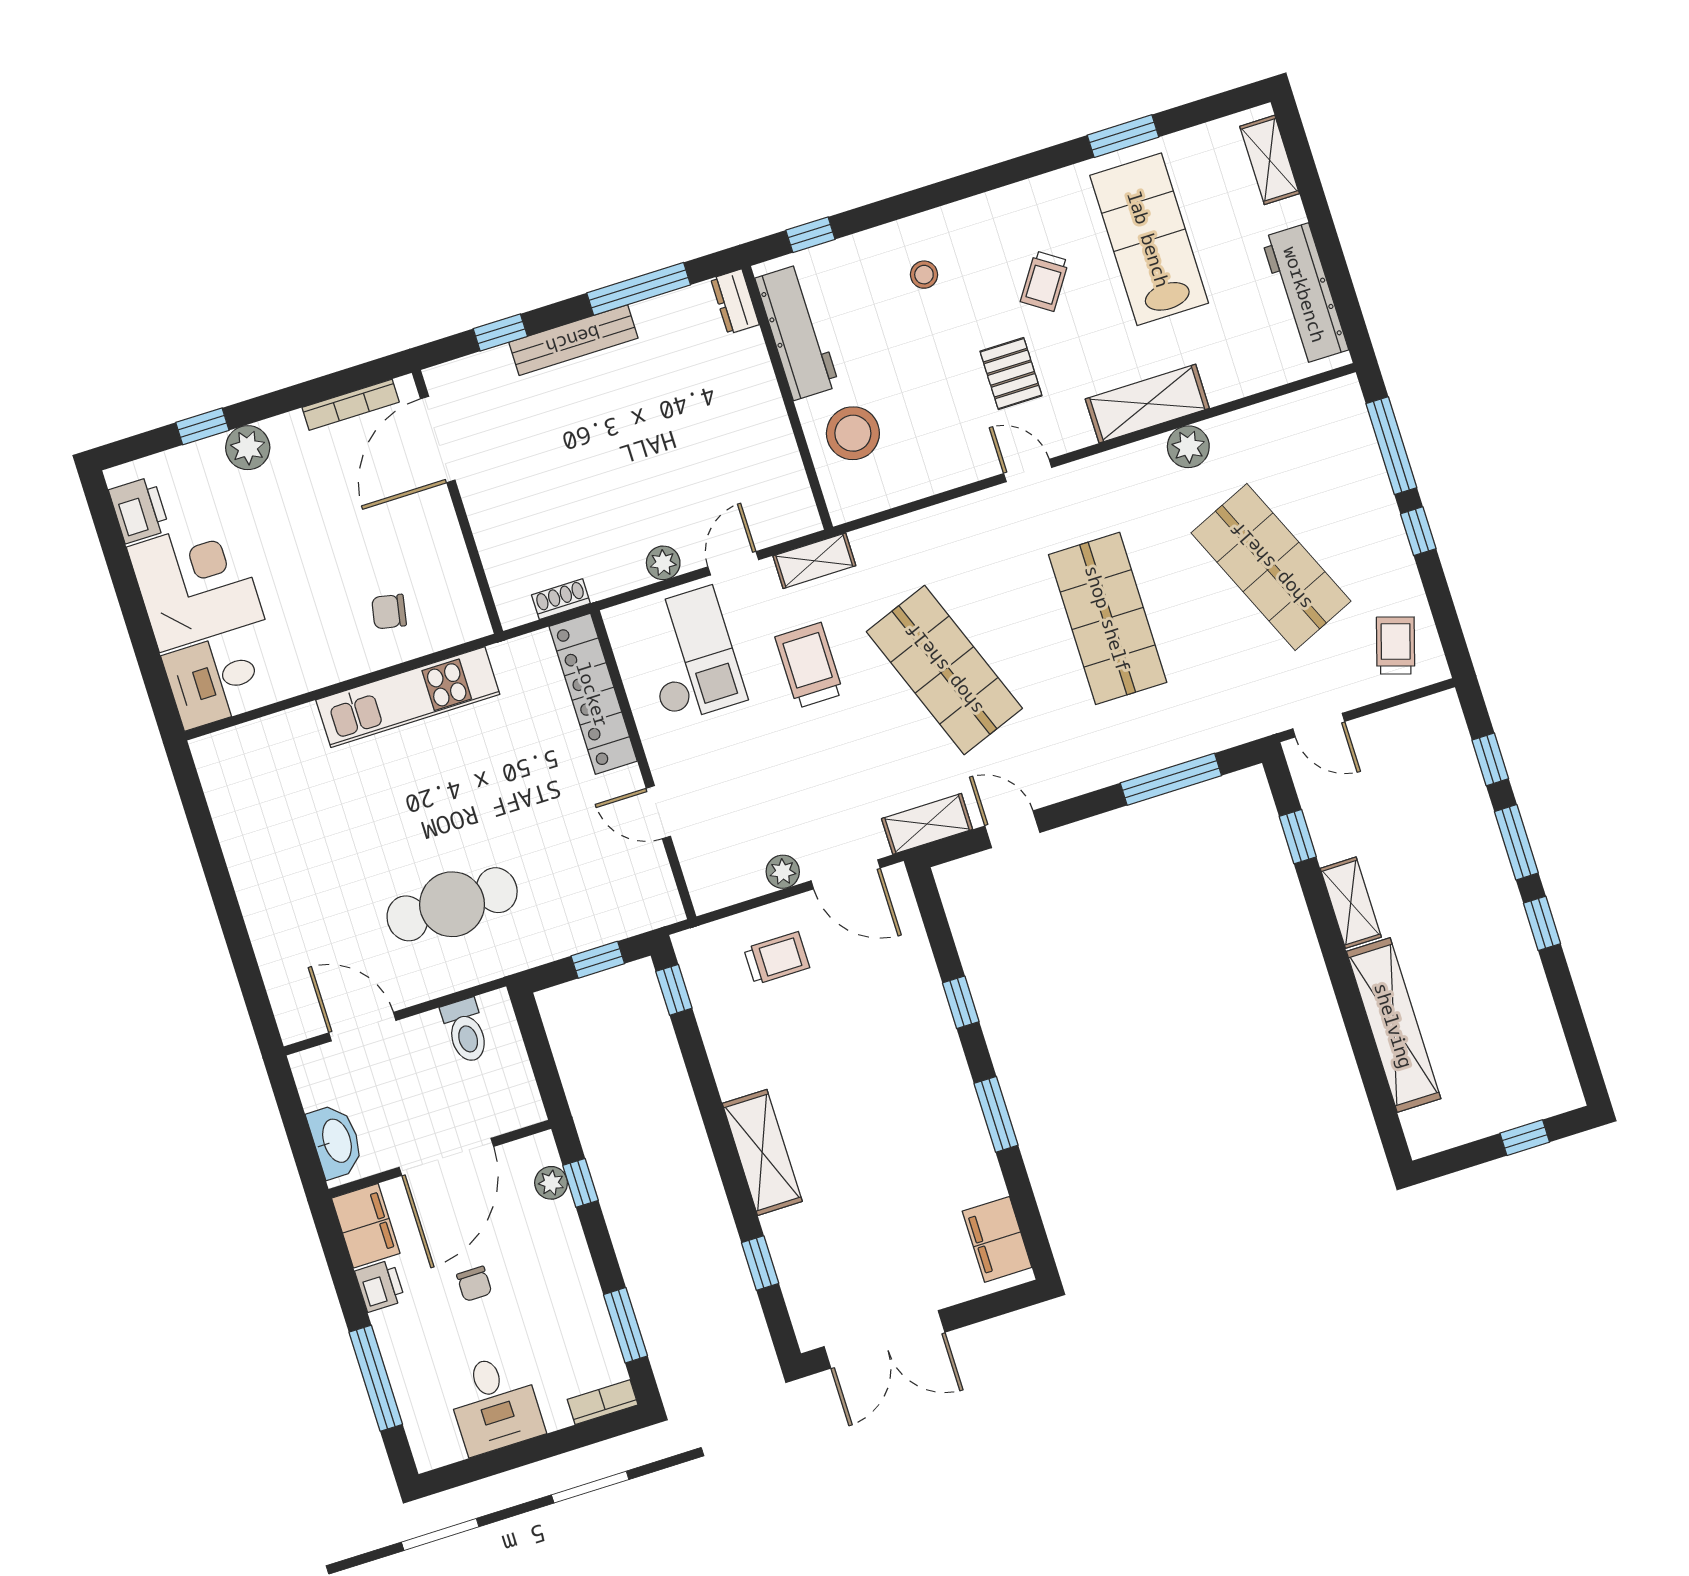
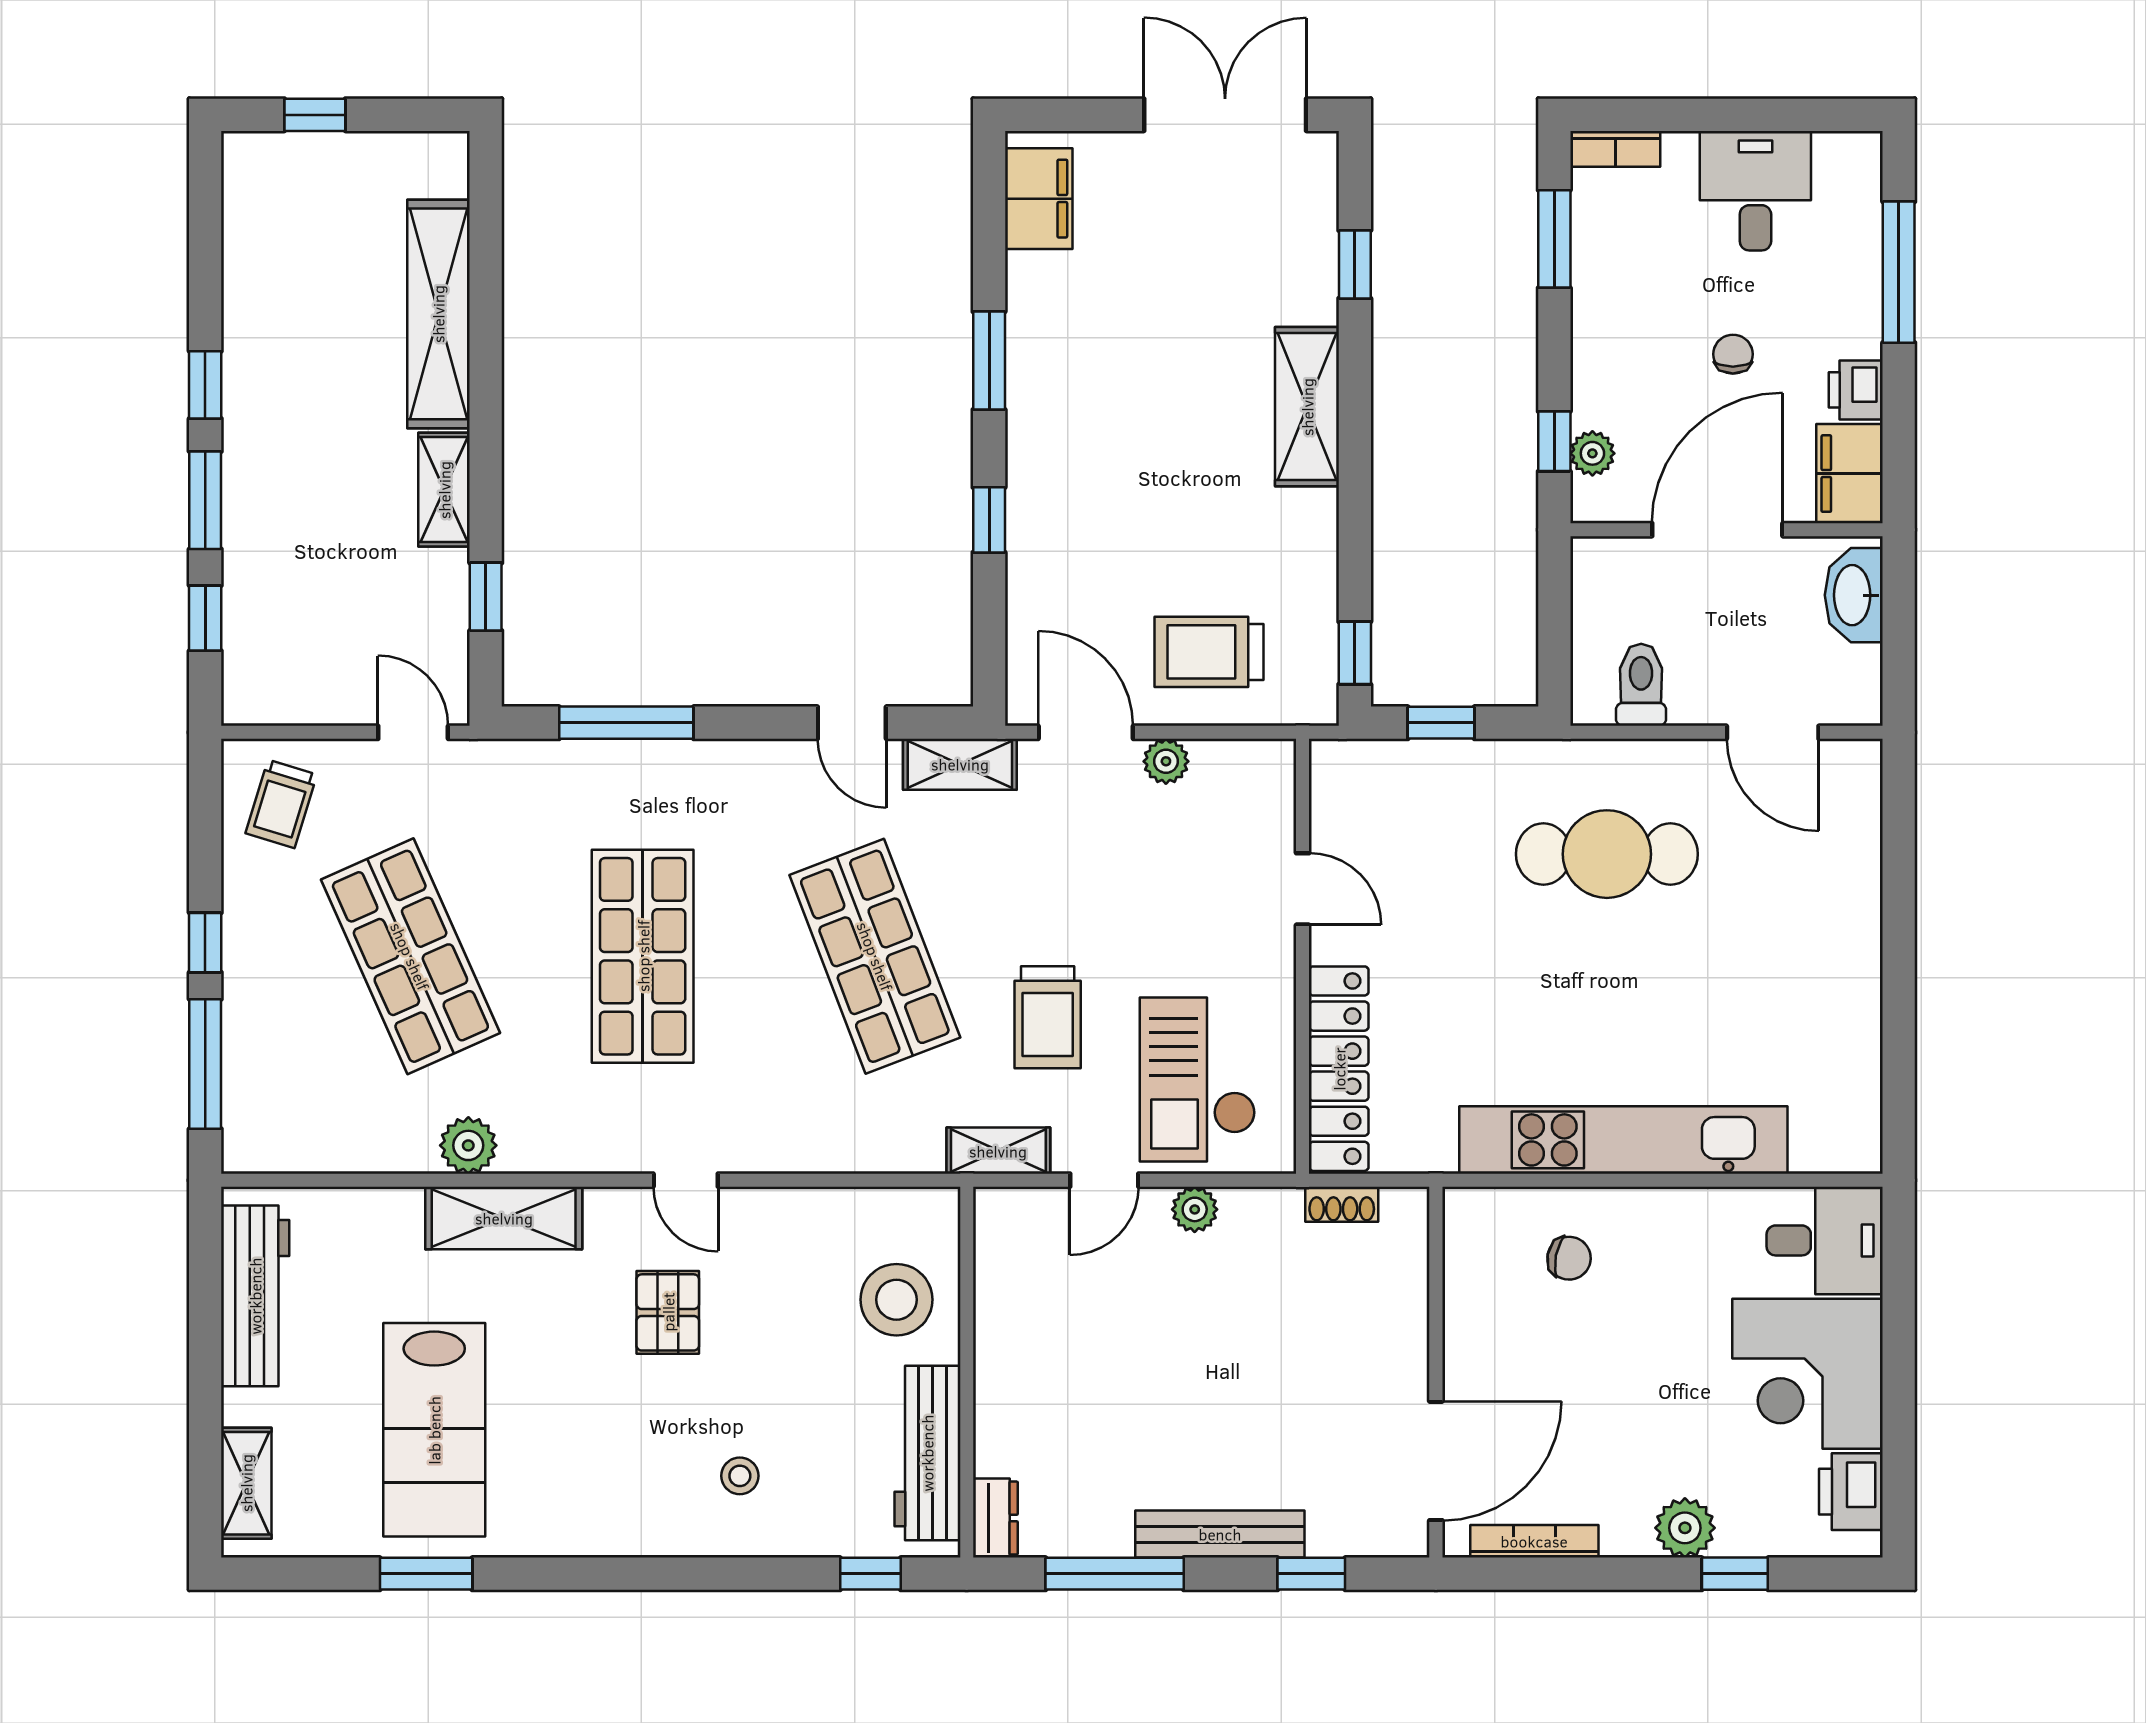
trolley: (1045, 281) -> (587, 1418), removed
kitchen unit: (408, 697) -> (1623, 1140), width x1.36
trolley: (777, 958) -> (1209, 652), width x1.36, depth x1.39

